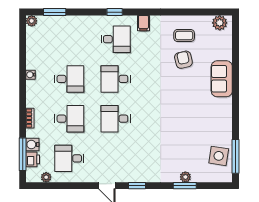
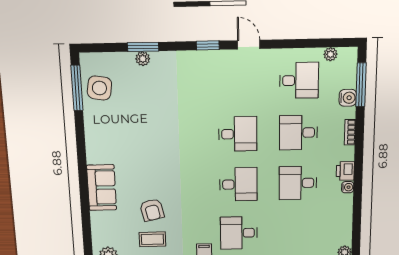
printer: (33, 159) -> (345, 171), moved

